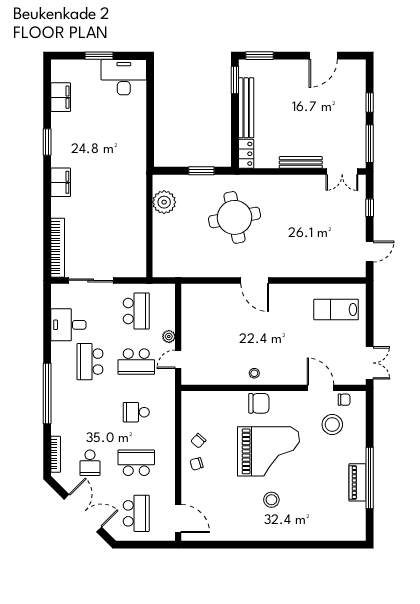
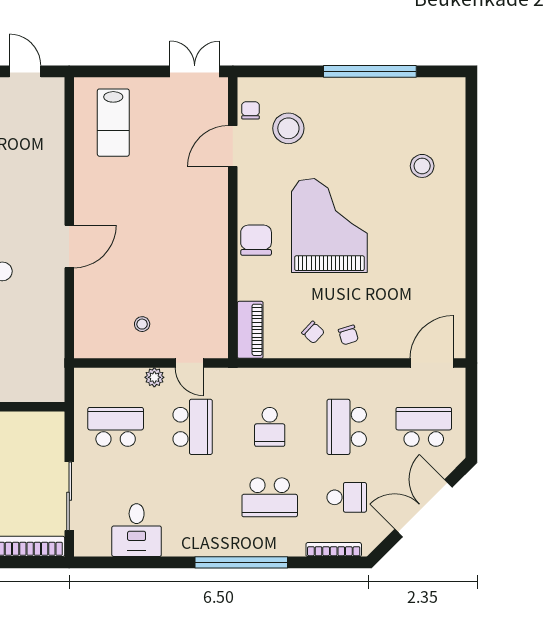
school desk: (90, 362) -> (270, 497), moved
stool: (254, 373) -> (142, 324), moved
piano: (357, 482) -> (250, 330), moved, turned -90
stool: (271, 500) -> (422, 166), moved

